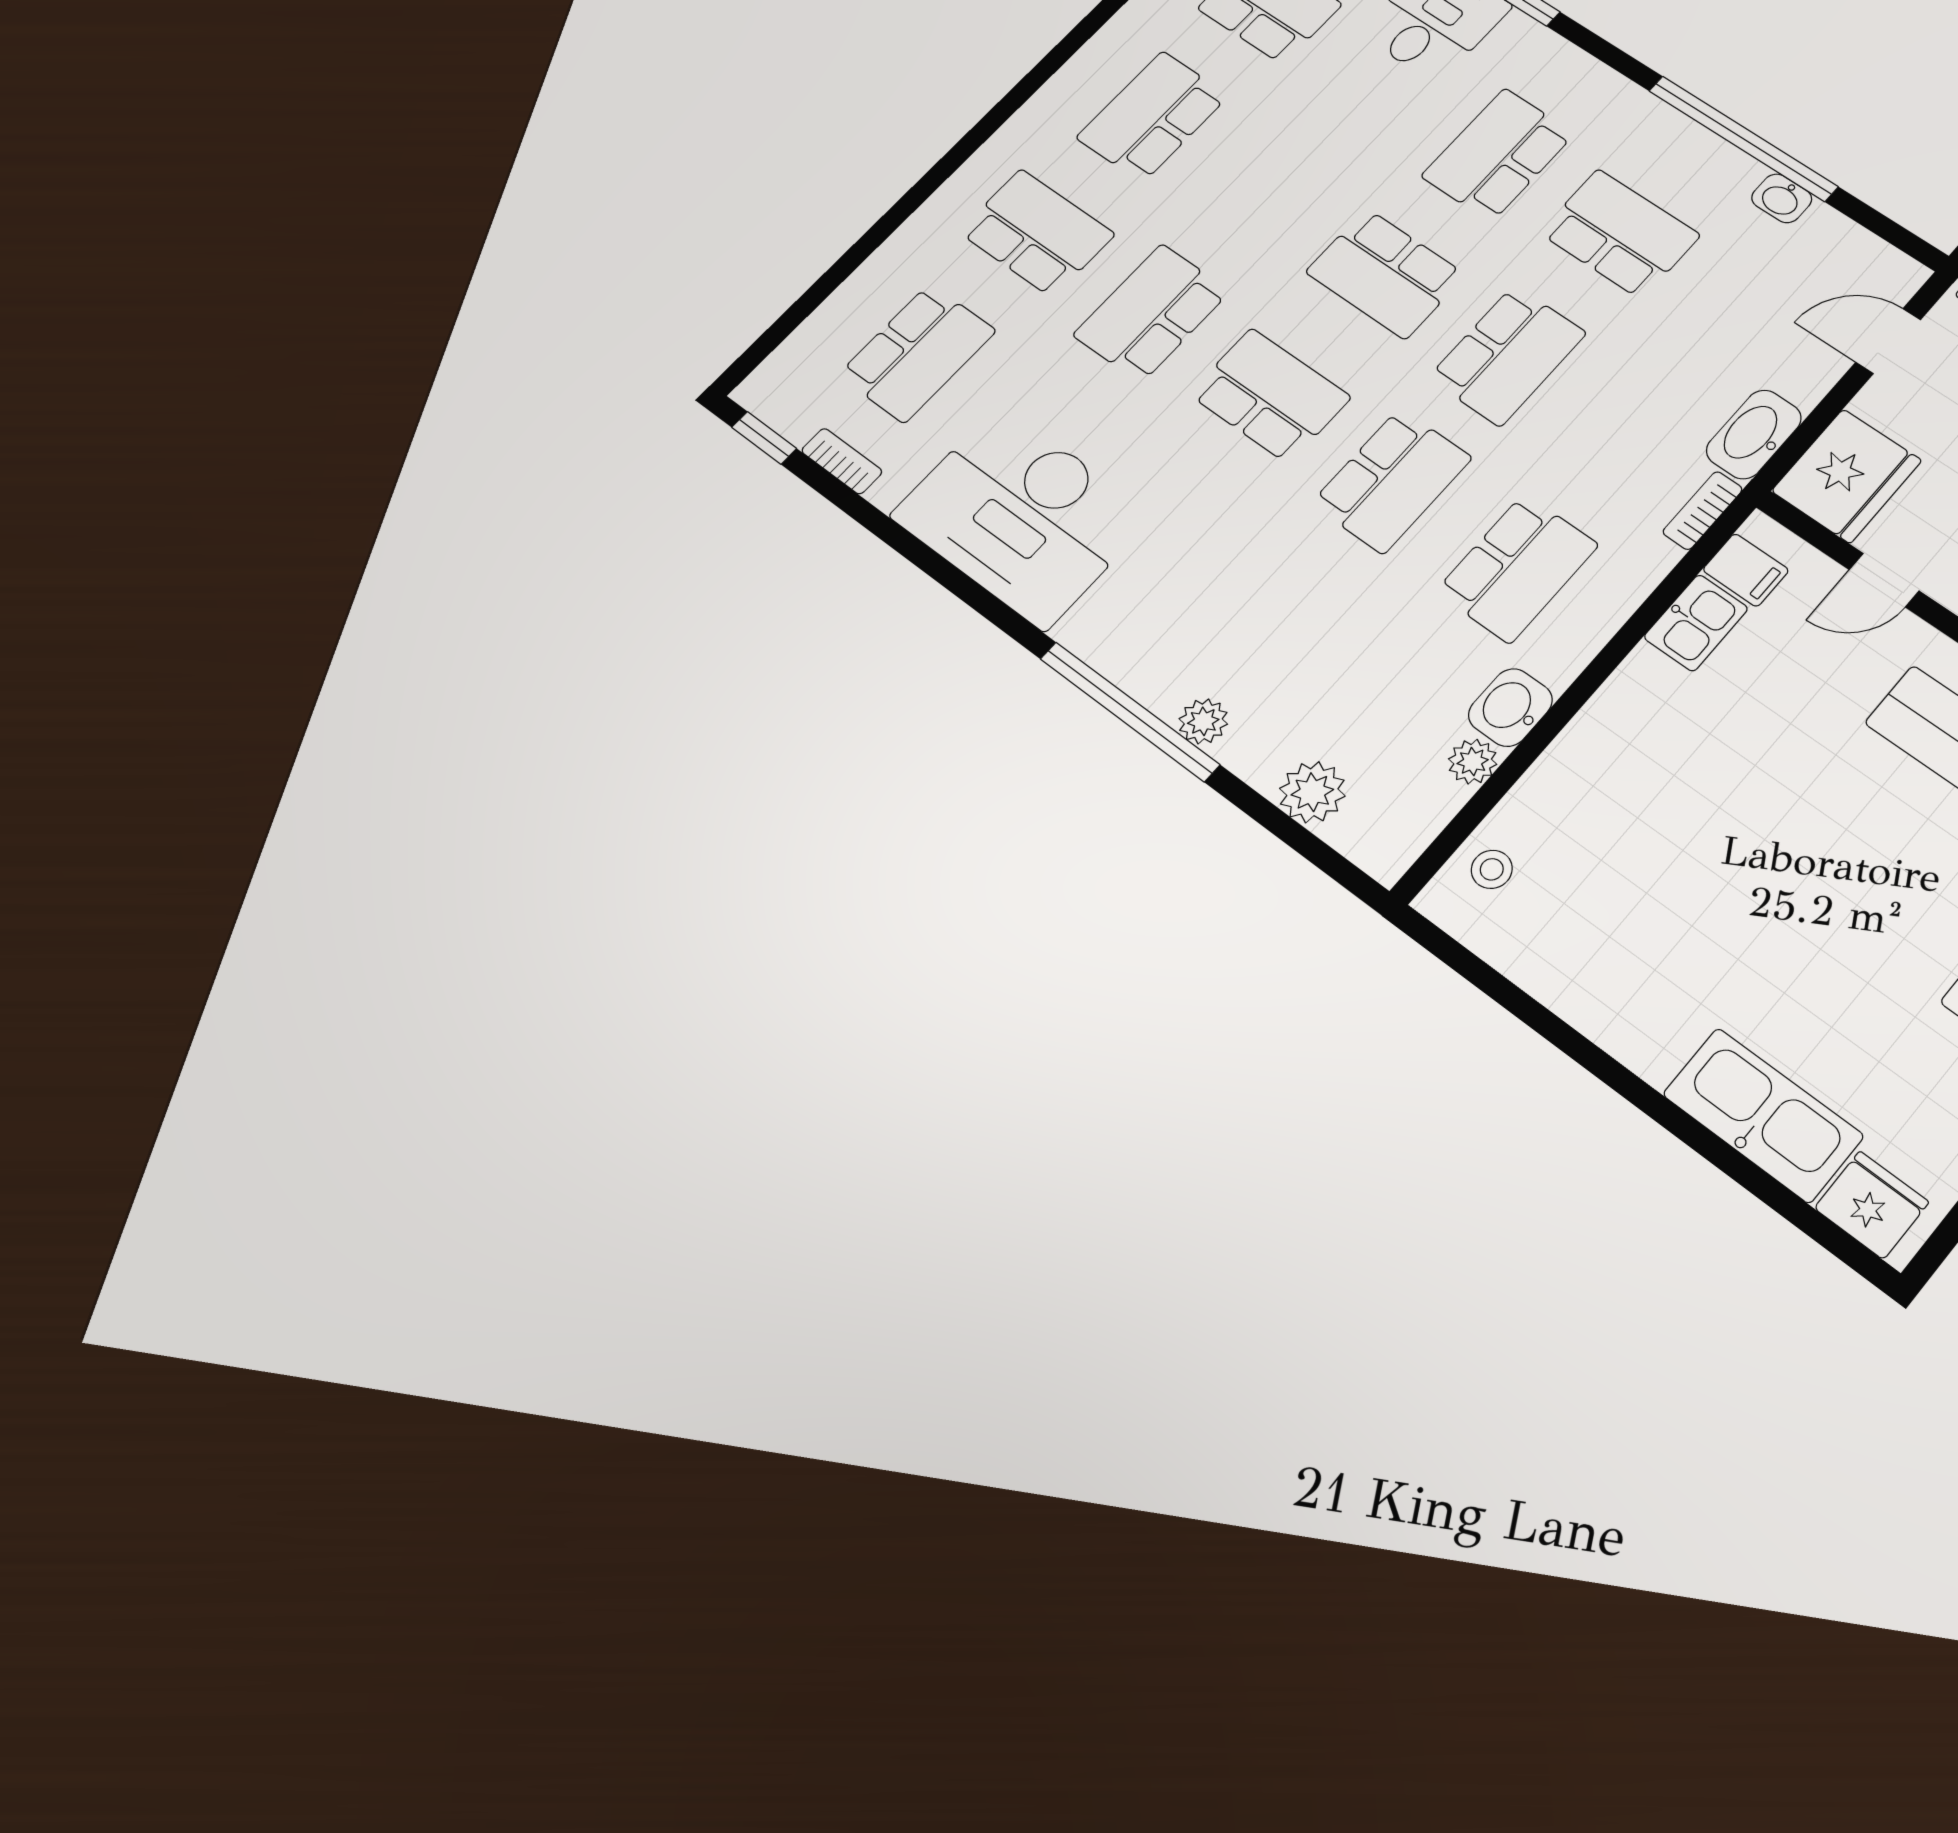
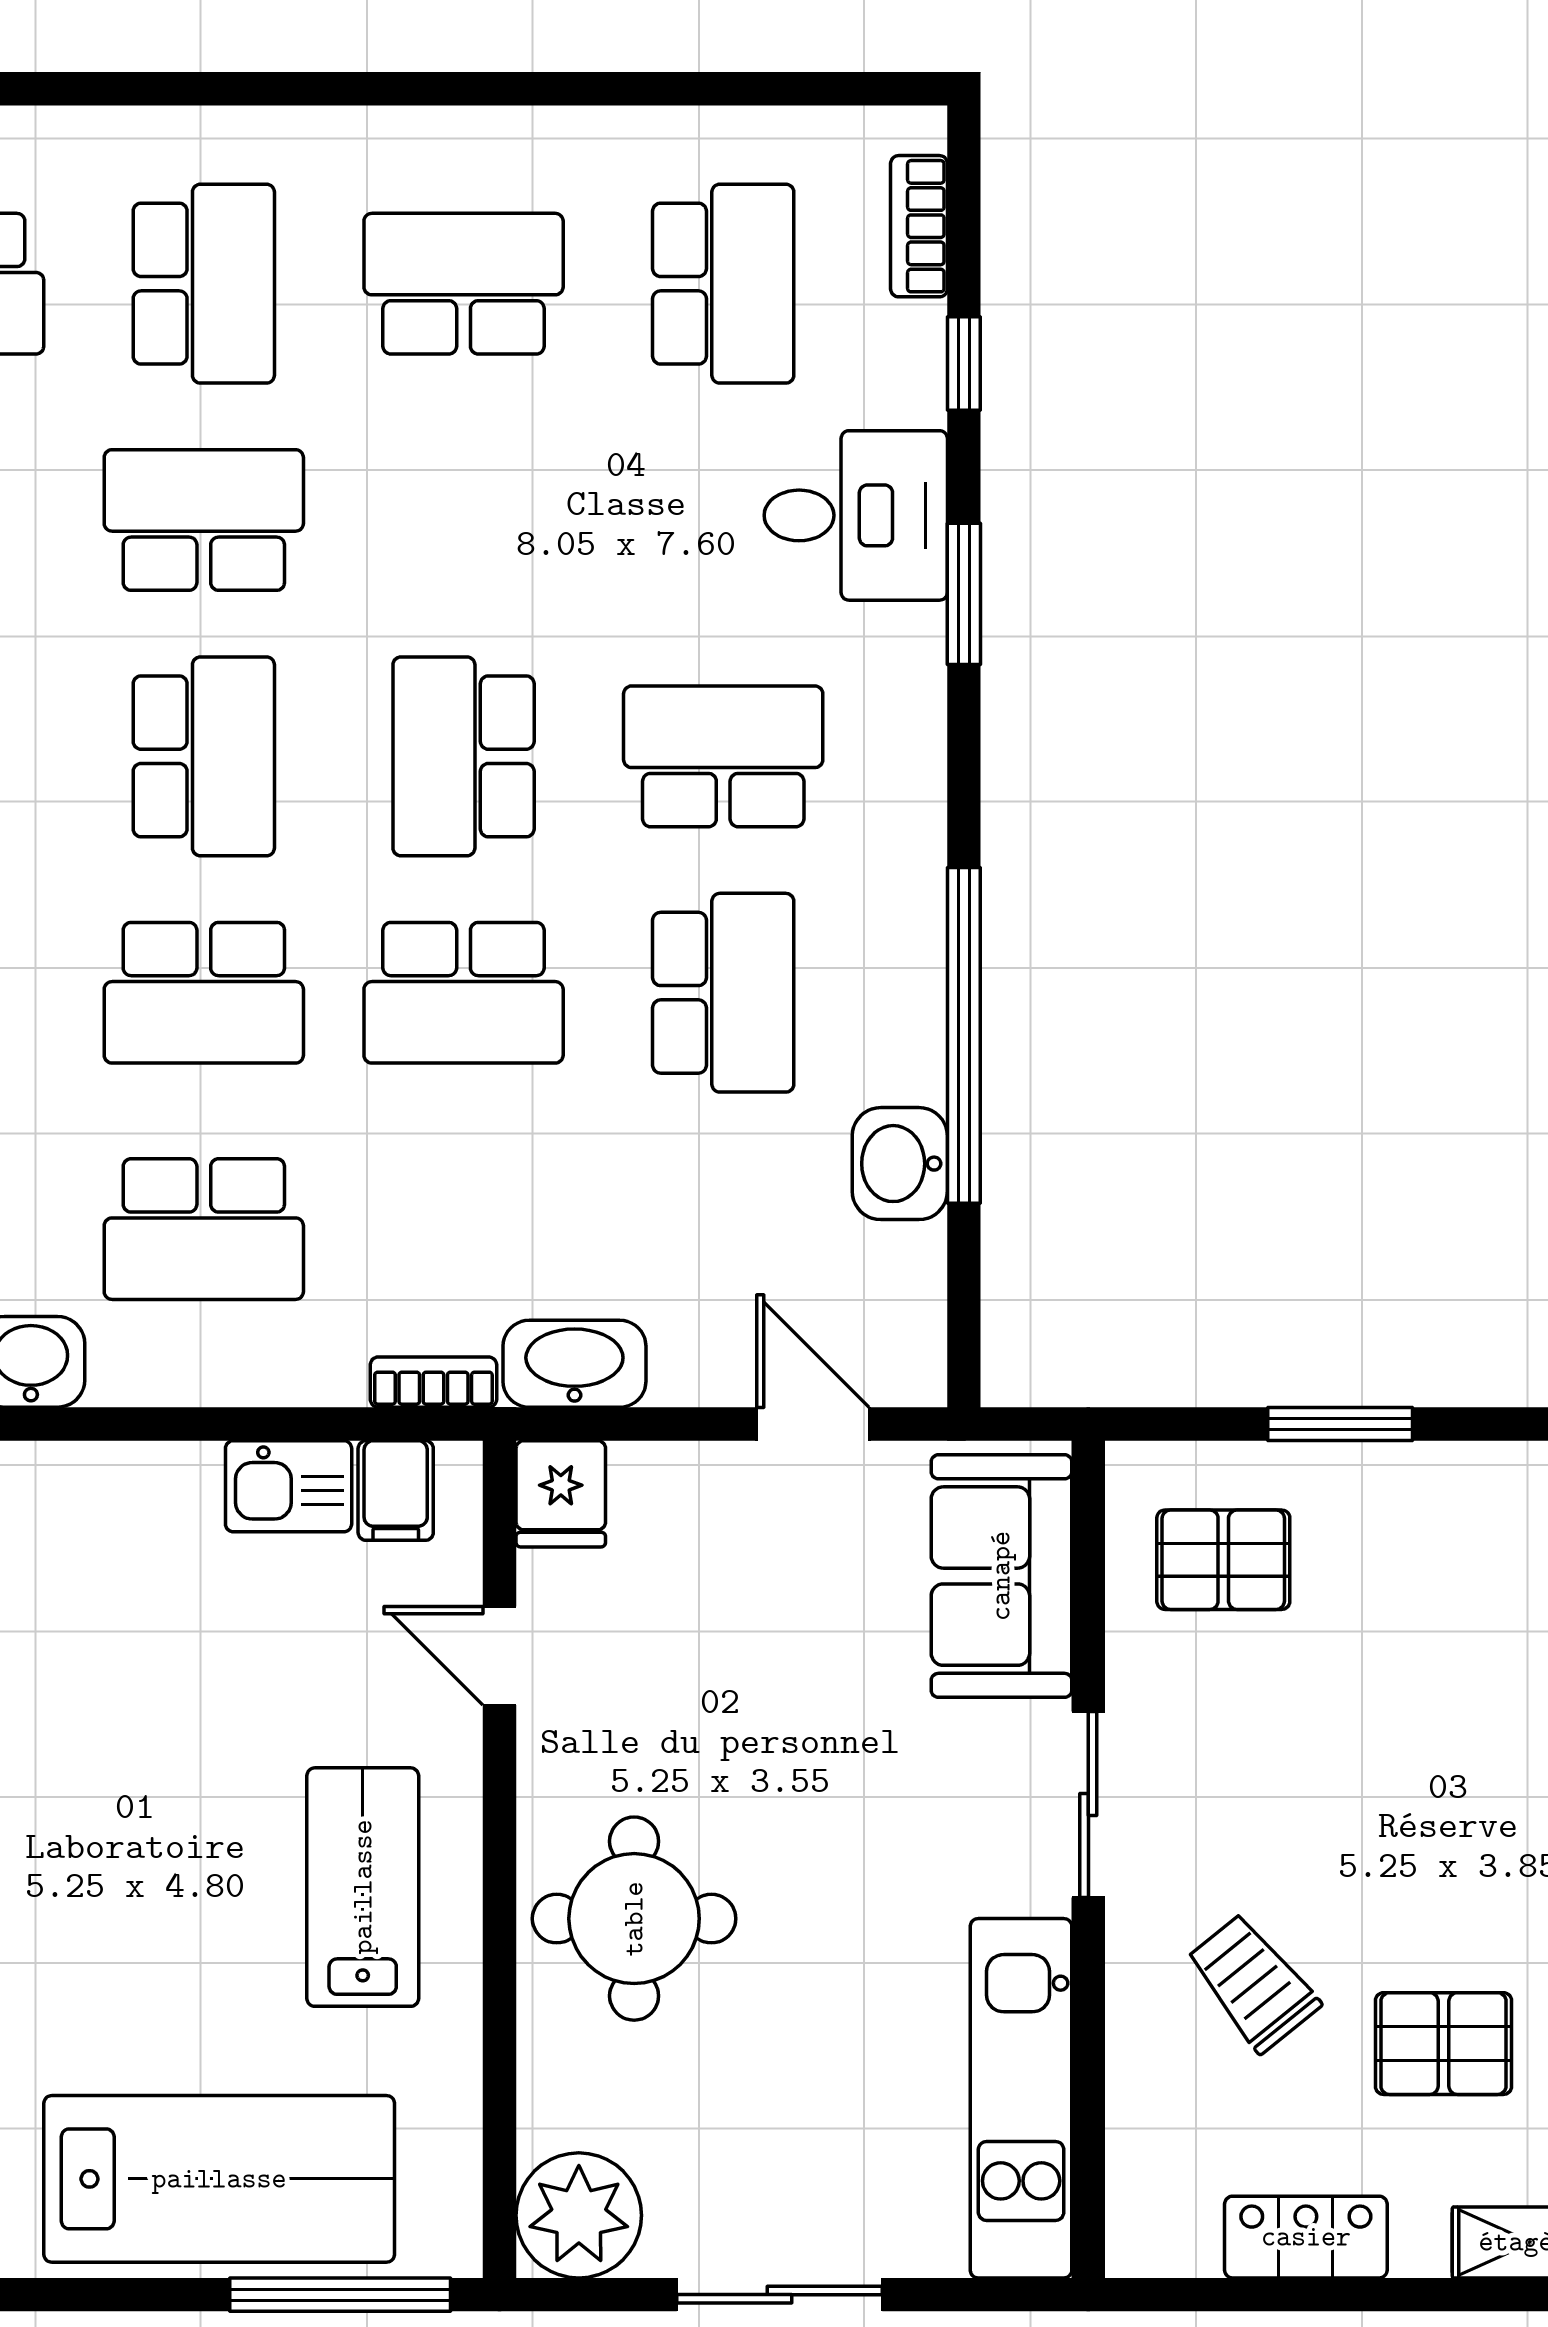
washbasin: (1782, 198) -> (900, 1164), width x1.38, depth x1.45
fridge: (1847, 476) -> (561, 1494), width x0.53, depth x0.75

